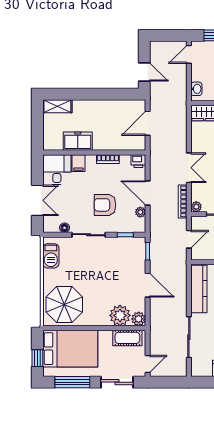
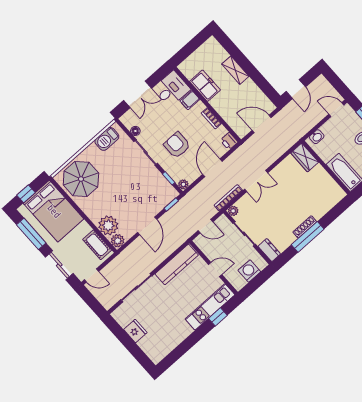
shelving: (57, 106) -> (235, 70), moved
plant: (140, 212) -> (183, 184), moved

